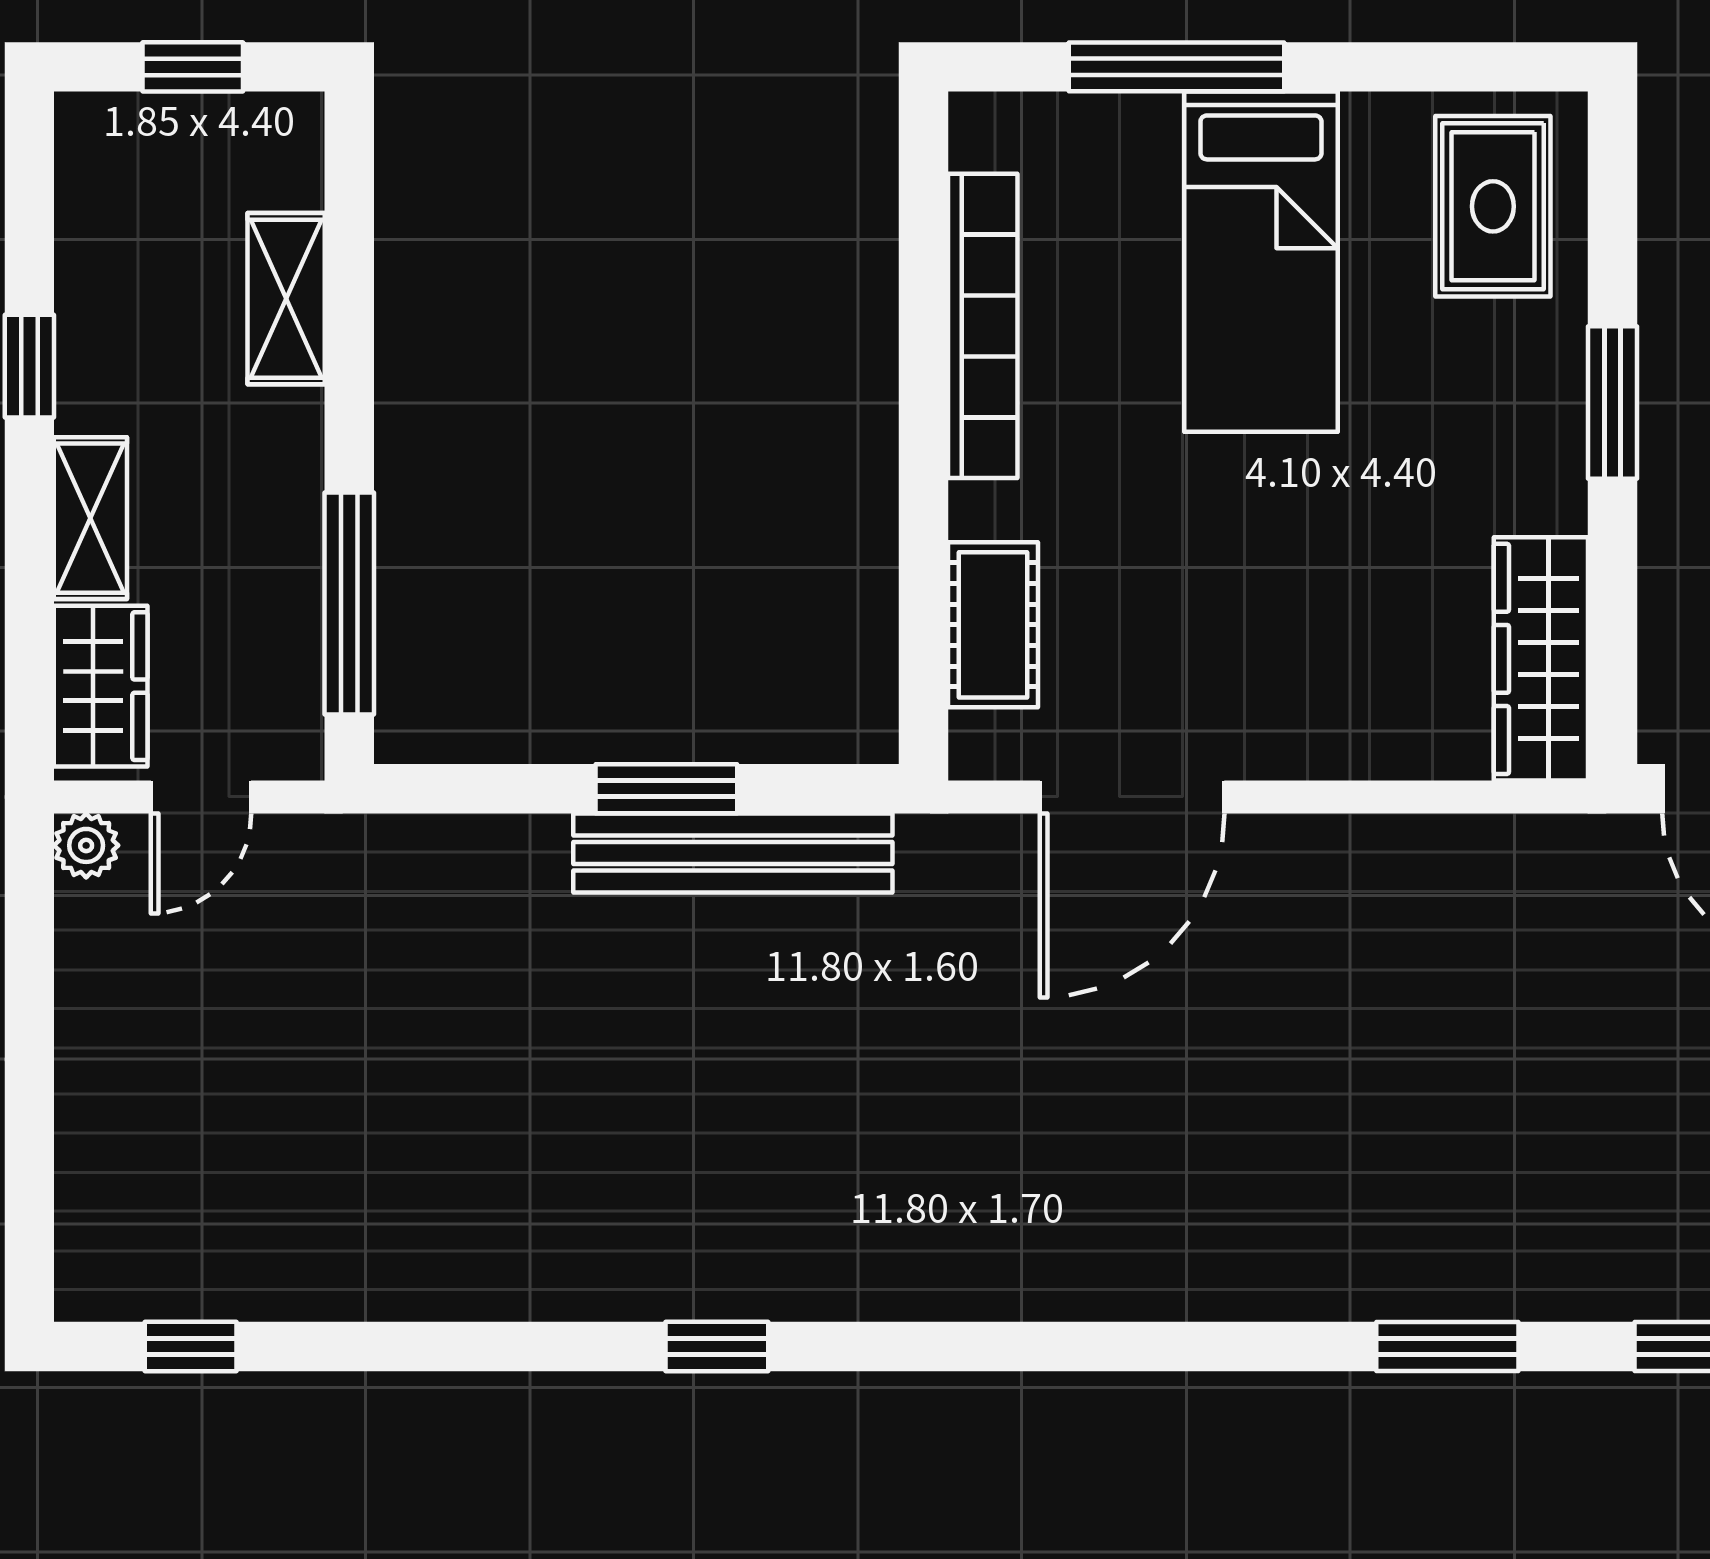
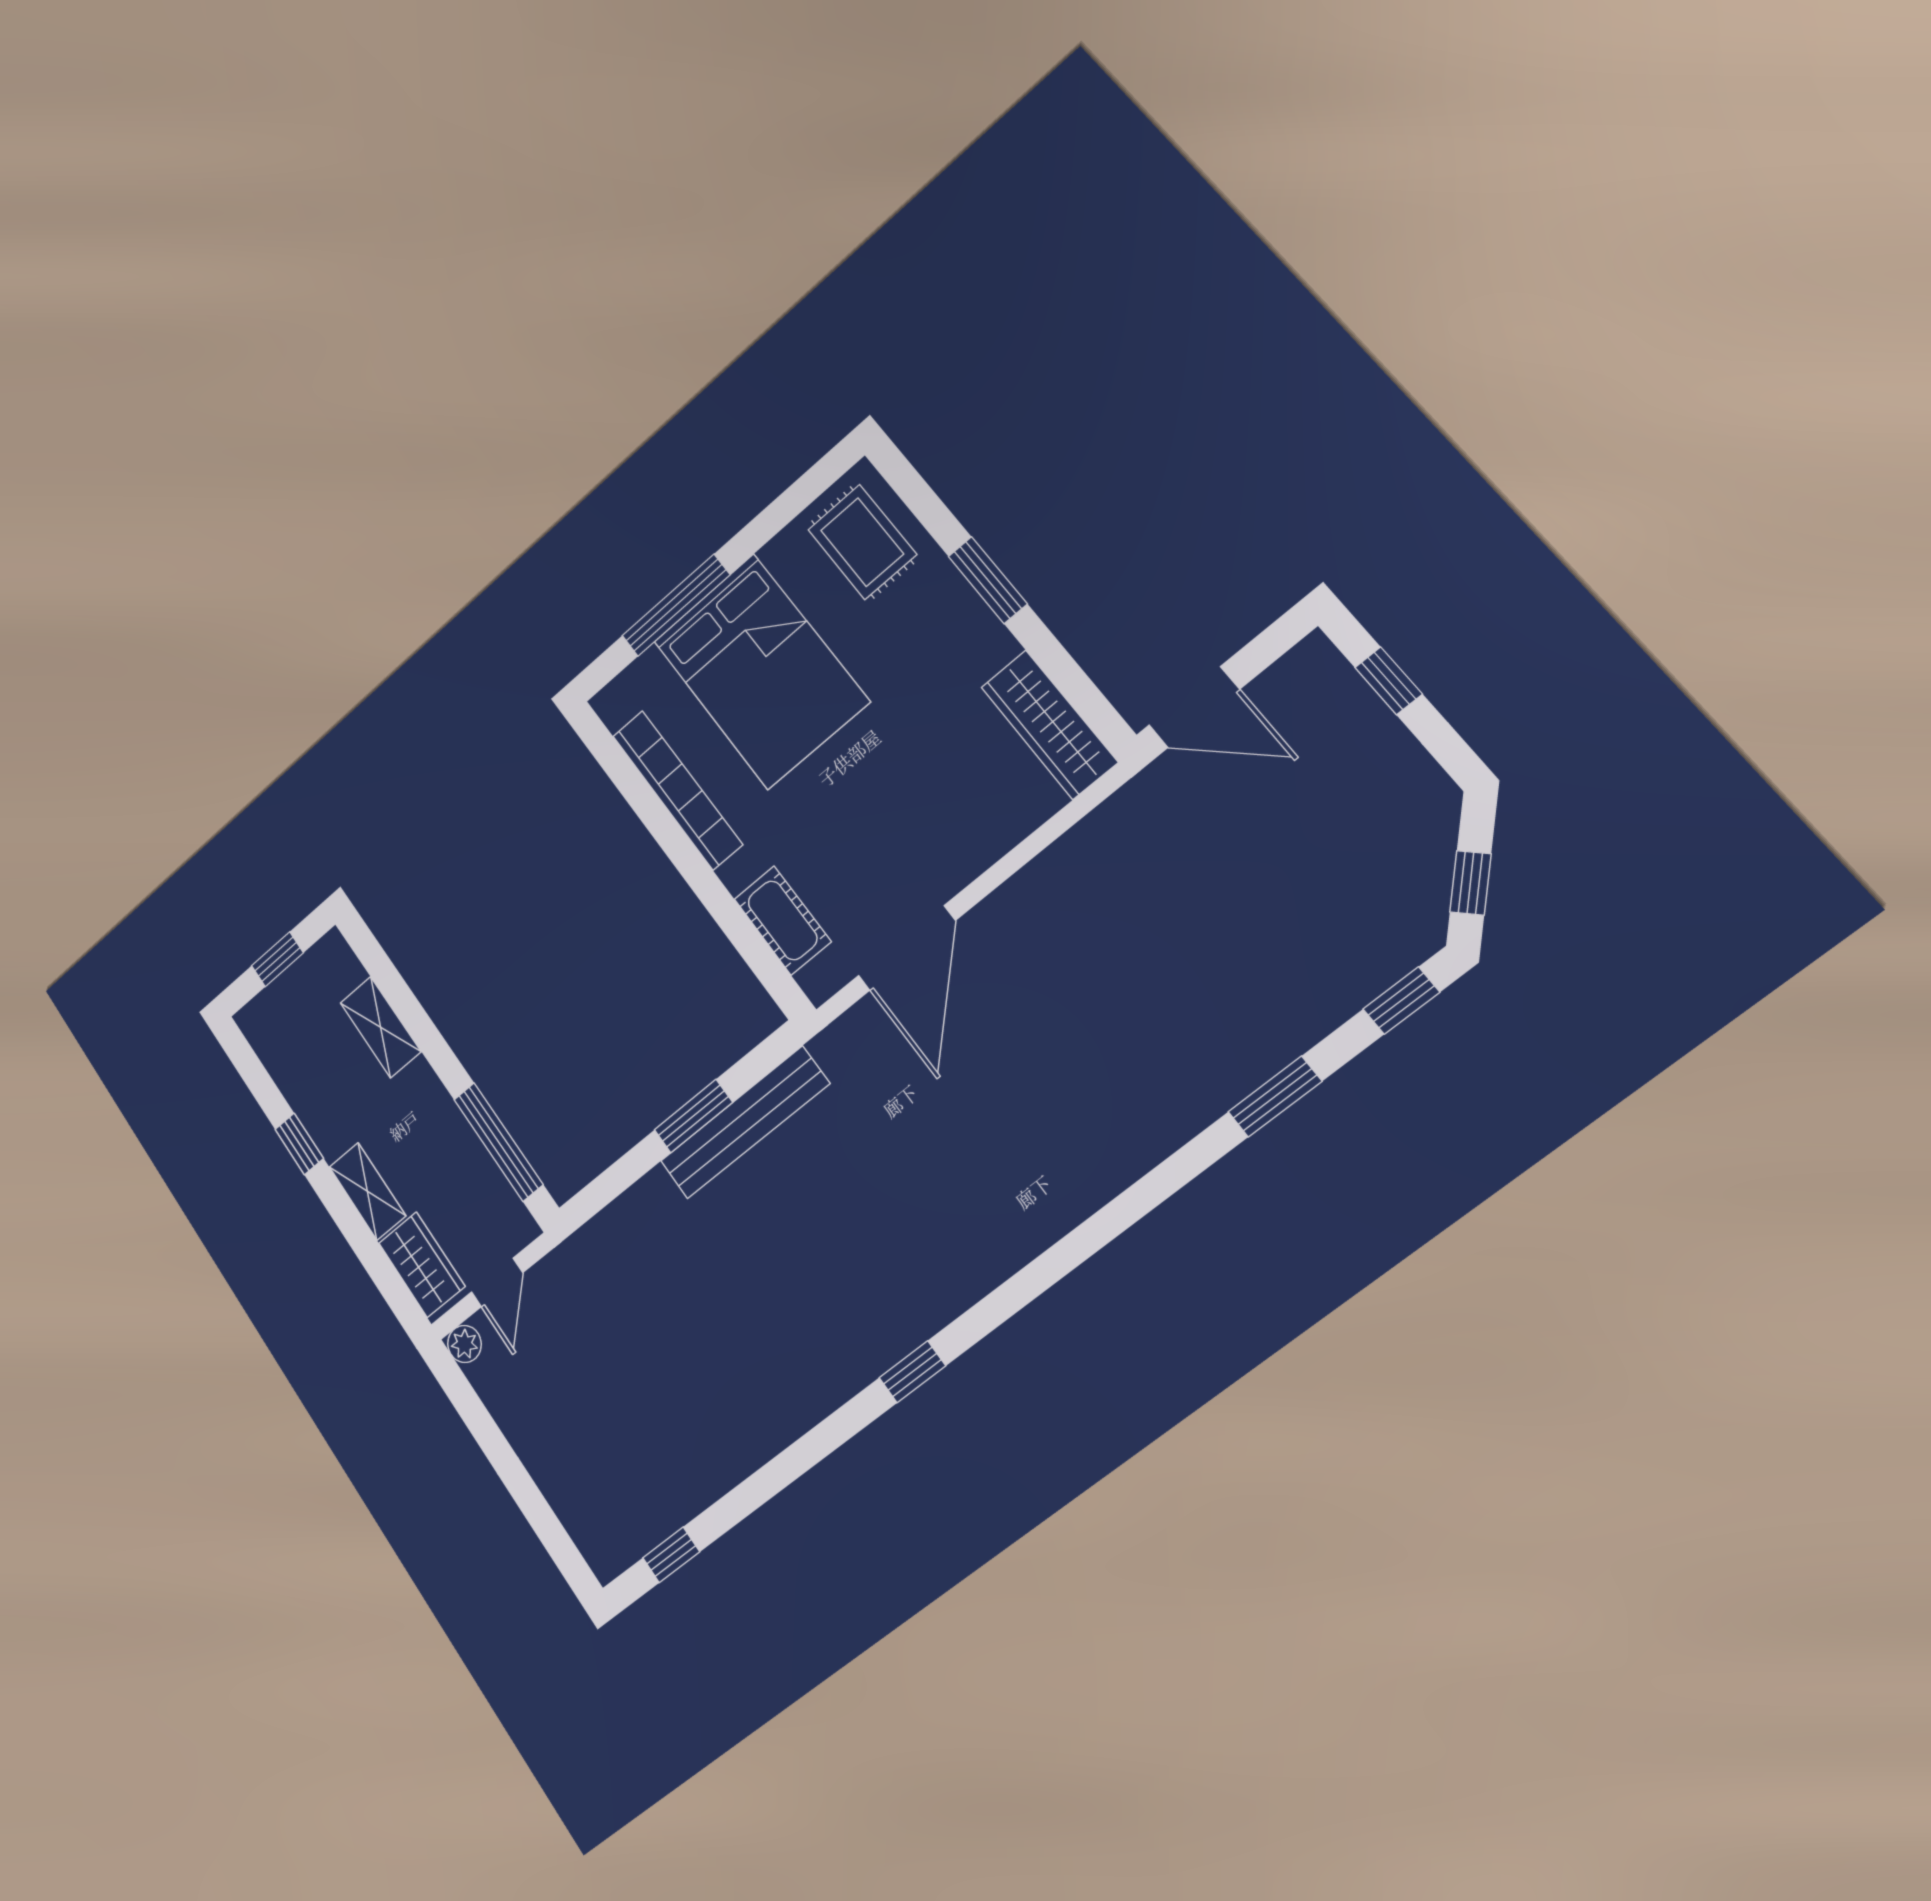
bed: (1261, 262) -> (761, 671), width x1.50

